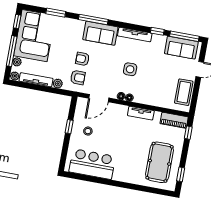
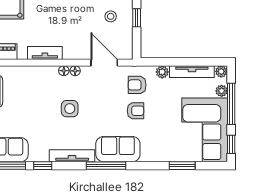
window: (93, 19) -> (106, 166), moved
door: (99, 98) -> (104, 63), hinge flipped

